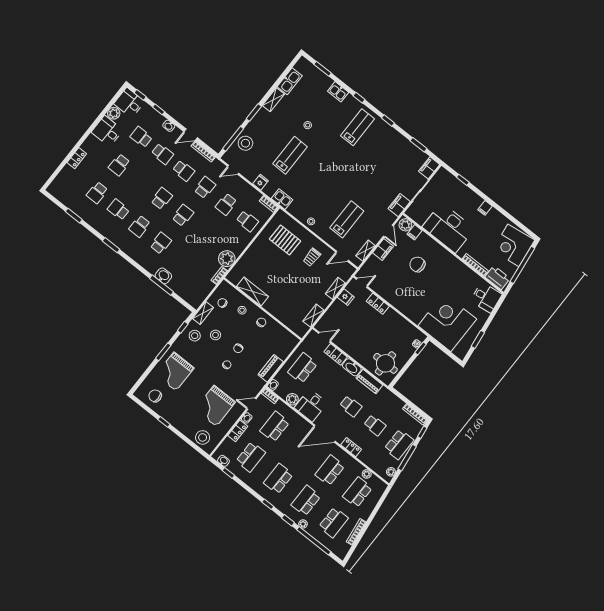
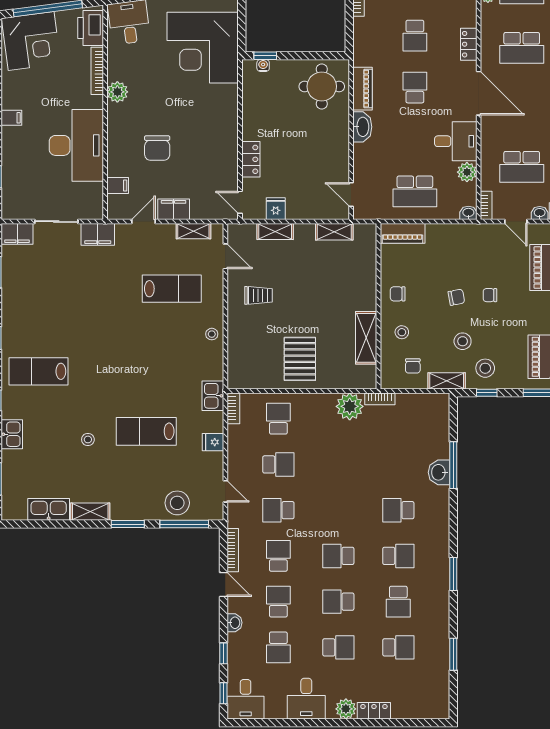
plant: (114, 113) -> (346, 709), moved
school desk: (183, 215) -> (338, 602), moved
lab bench: (347, 219) -> (172, 289), turned 180
plant: (405, 225) -> (117, 92), moved
pallet: (285, 240) -> (300, 359), moved
locker: (336, 354) -> (362, 162), removed
piano: (271, 368) -> (403, 233), moved
school desk: (375, 425) -> (415, 36), turned 180

